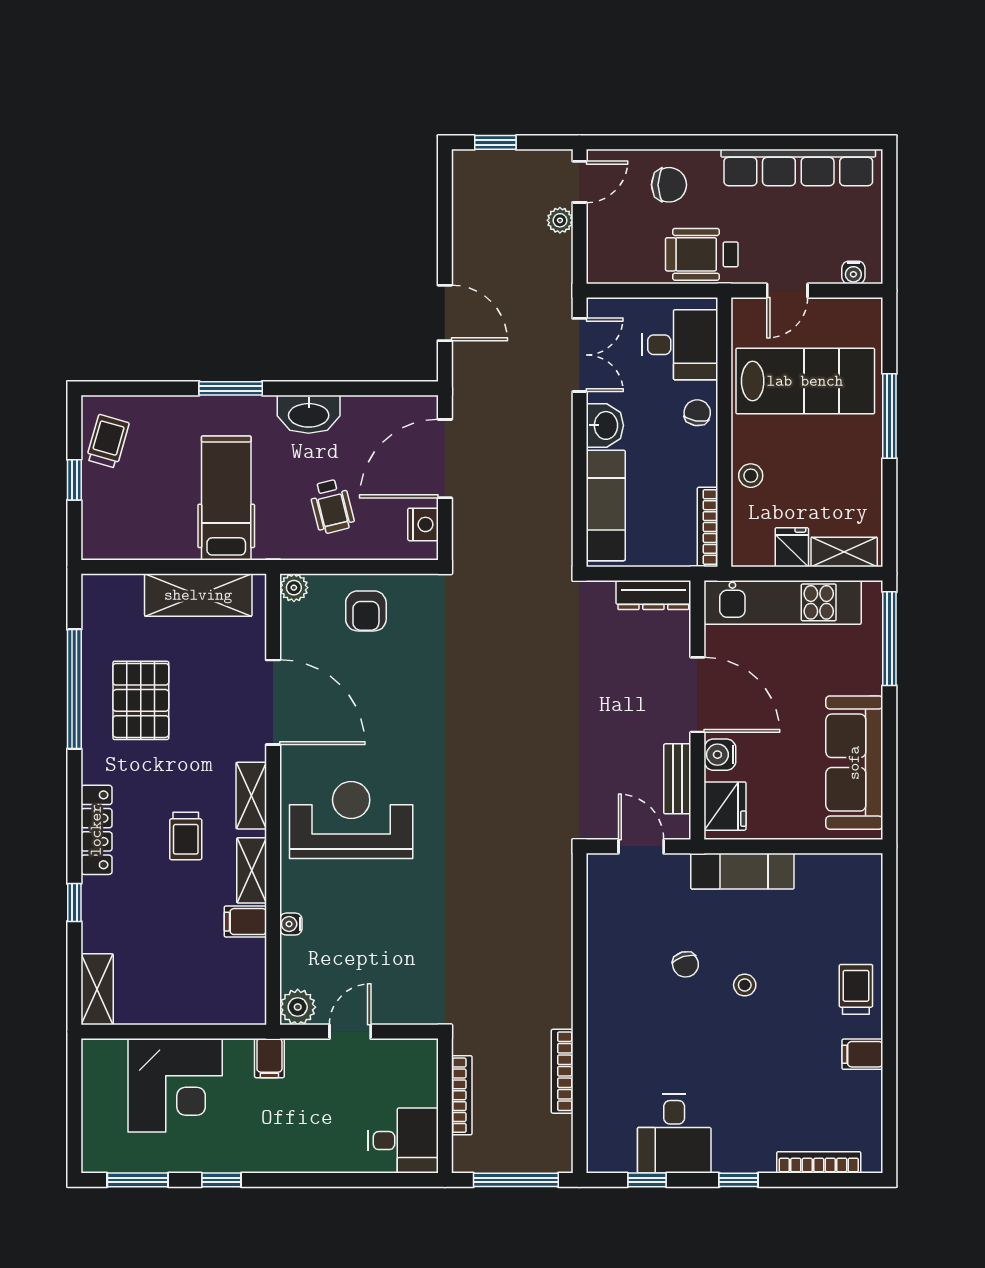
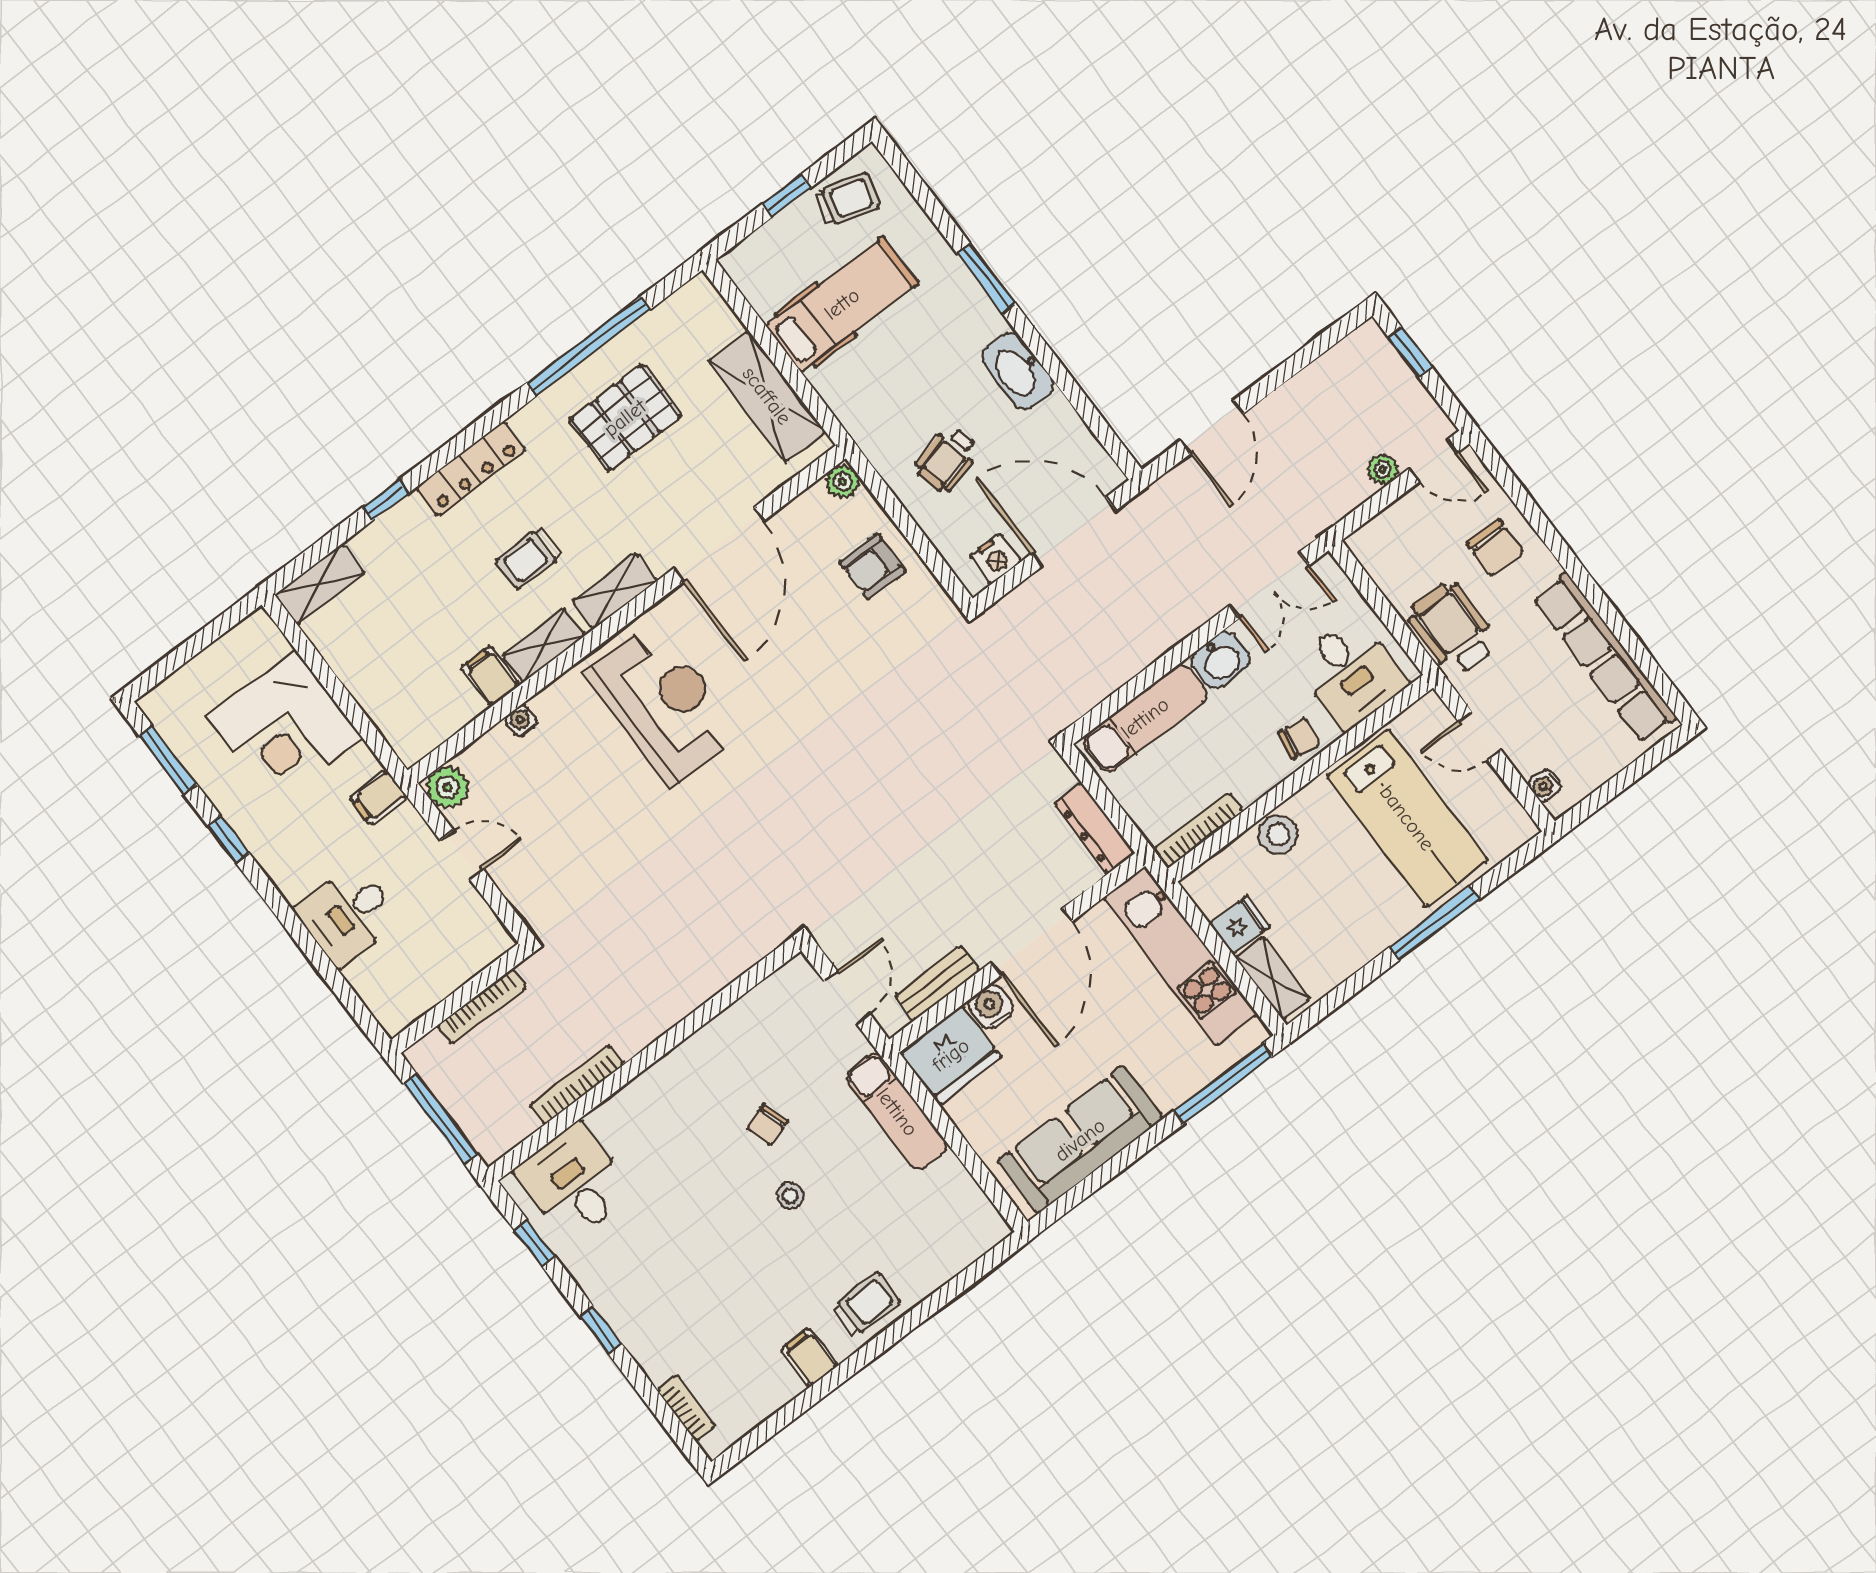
stool: (751, 476) -> (1278, 834), width x1.37, depth x1.37
hospital bed: (226, 498) -> (842, 304), moved
fridge: (725, 806) -> (951, 1055), width x1.36, depth x1.34
desk: (674, 1134) -> (574, 1182), moved, turned 90
desk: (403, 1141) -> (348, 915), moved, turned 90
bookcase: (819, 1162) -> (686, 1408), width x0.64

